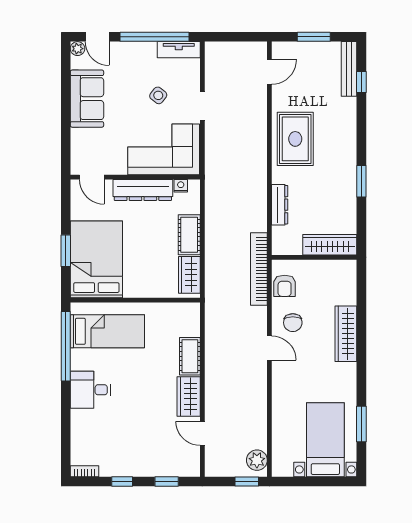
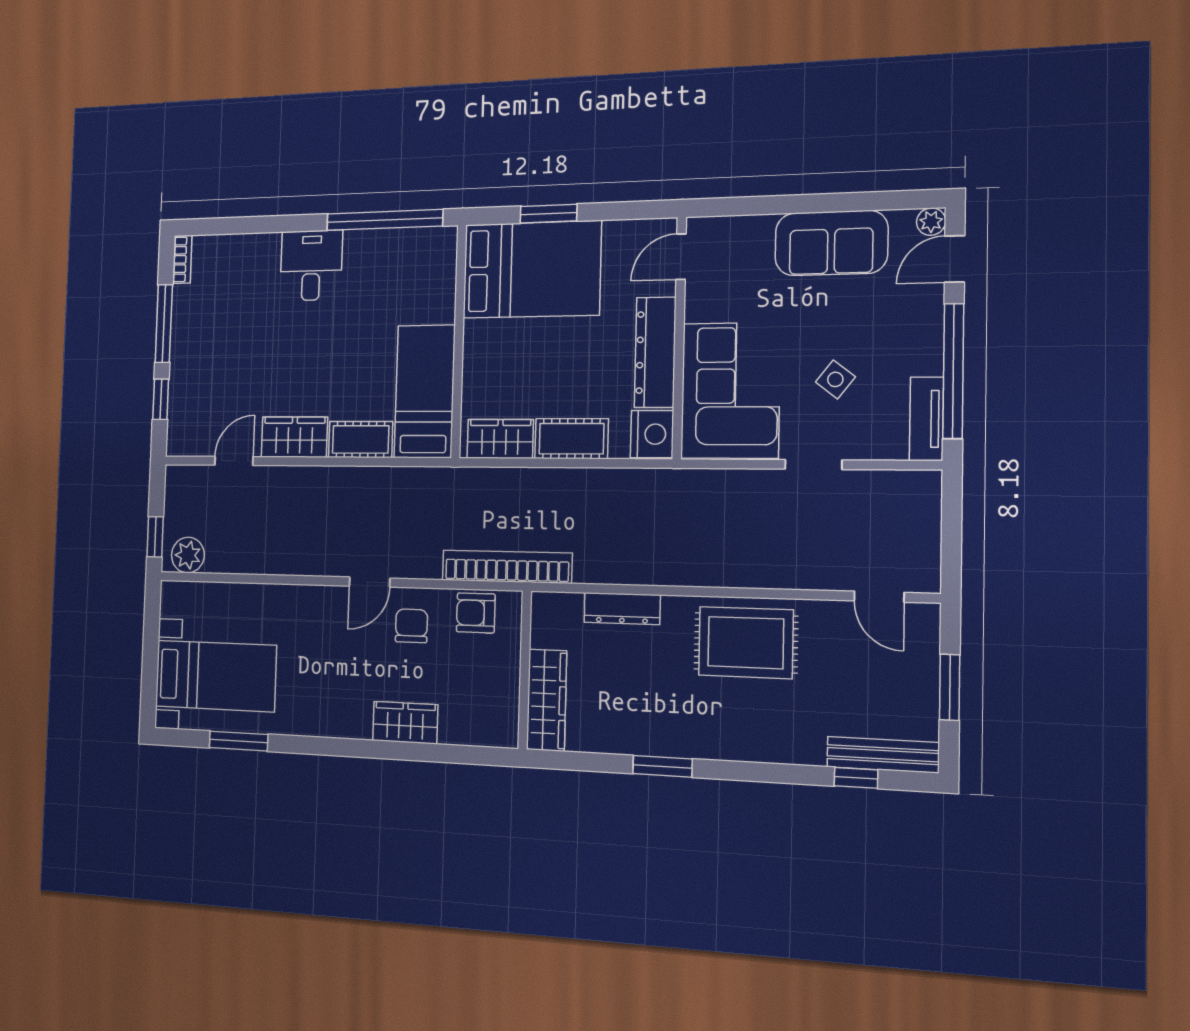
nightstand: (181, 186) -> (652, 434), width x1.89, depth x1.79
chair: (293, 323) -> (411, 626), turned 90
bed: (107, 331) -> (424, 392), moved, turned 180
wardrobe: (346, 334) -> (405, 723), width x0.67
window: (122, 482) -> (164, 324), width x2.17

